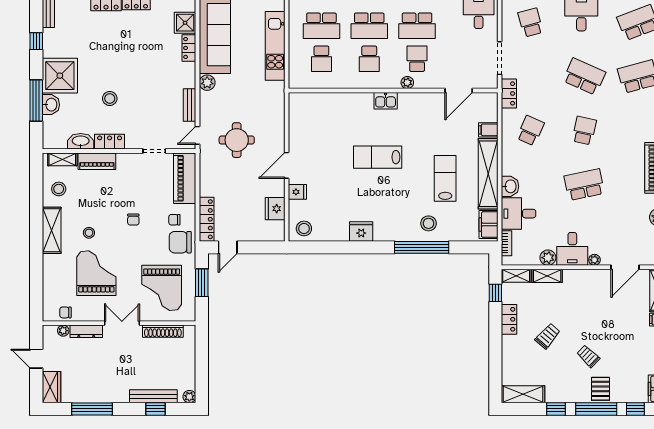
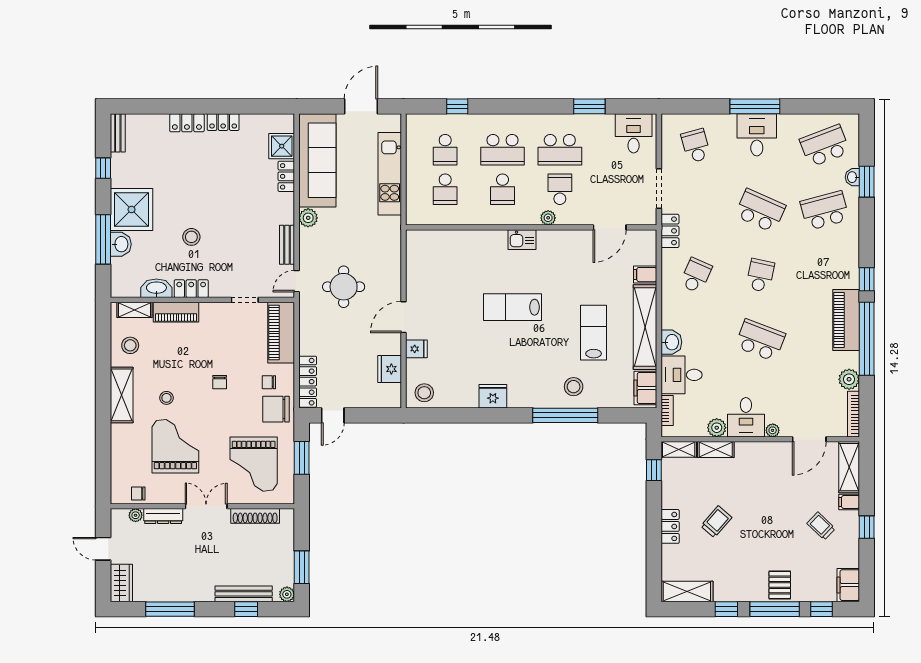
school desk: (321, 26) -> (445, 150), width x0.54
school desk: (584, 185) -> (760, 340), turned 33
locker: (509, 319) -> (670, 526), moved
trolley: (588, 356) -> (821, 526), moved
window: (202, 374) -> (302, 567), added

